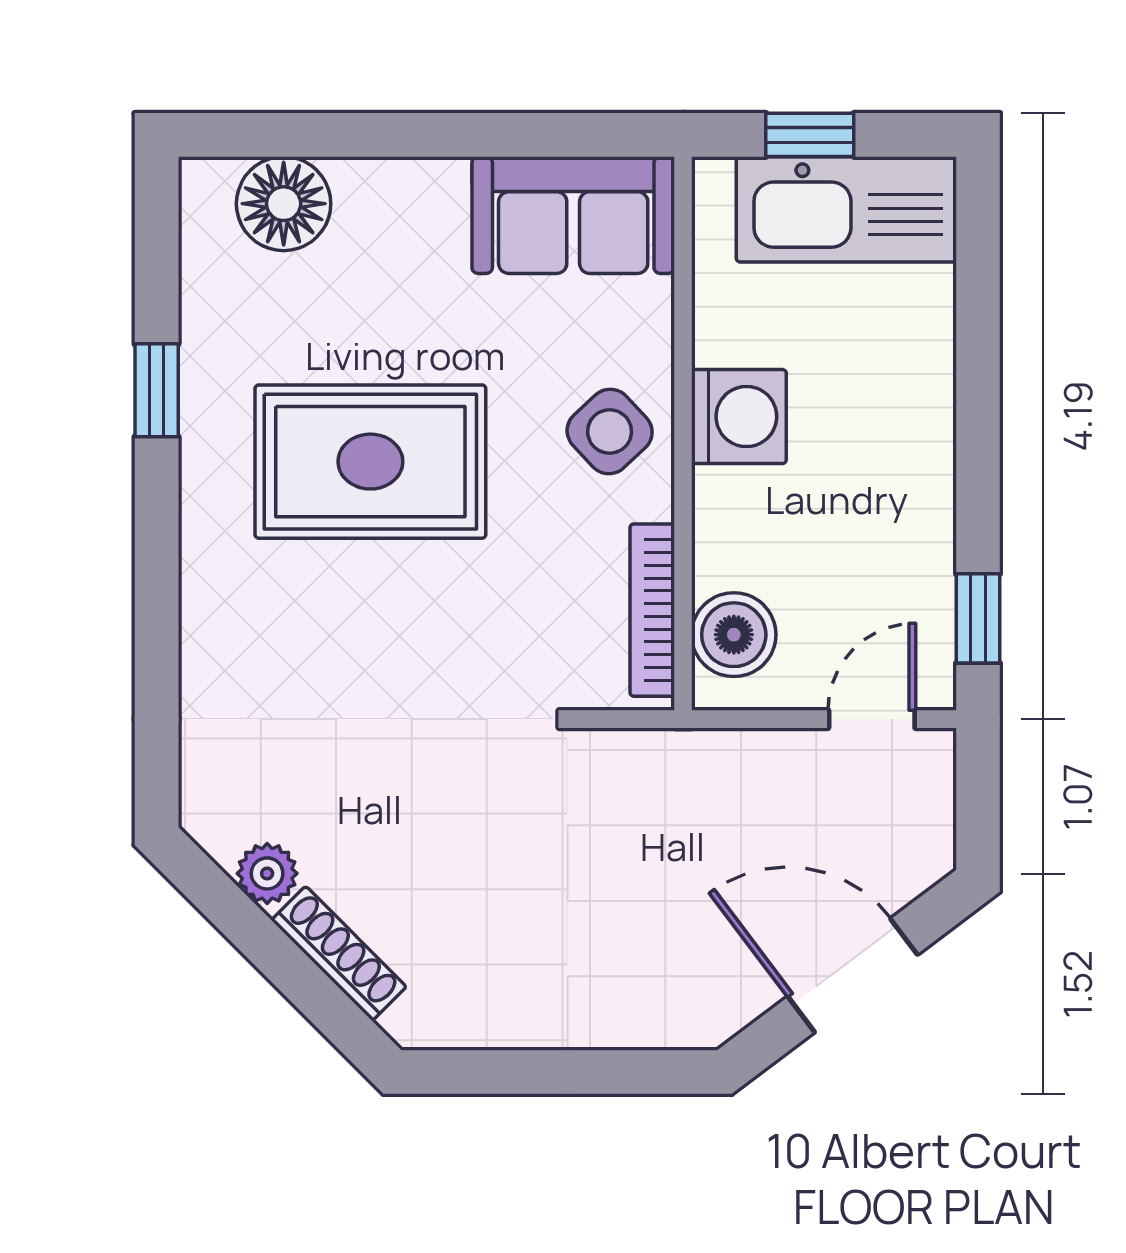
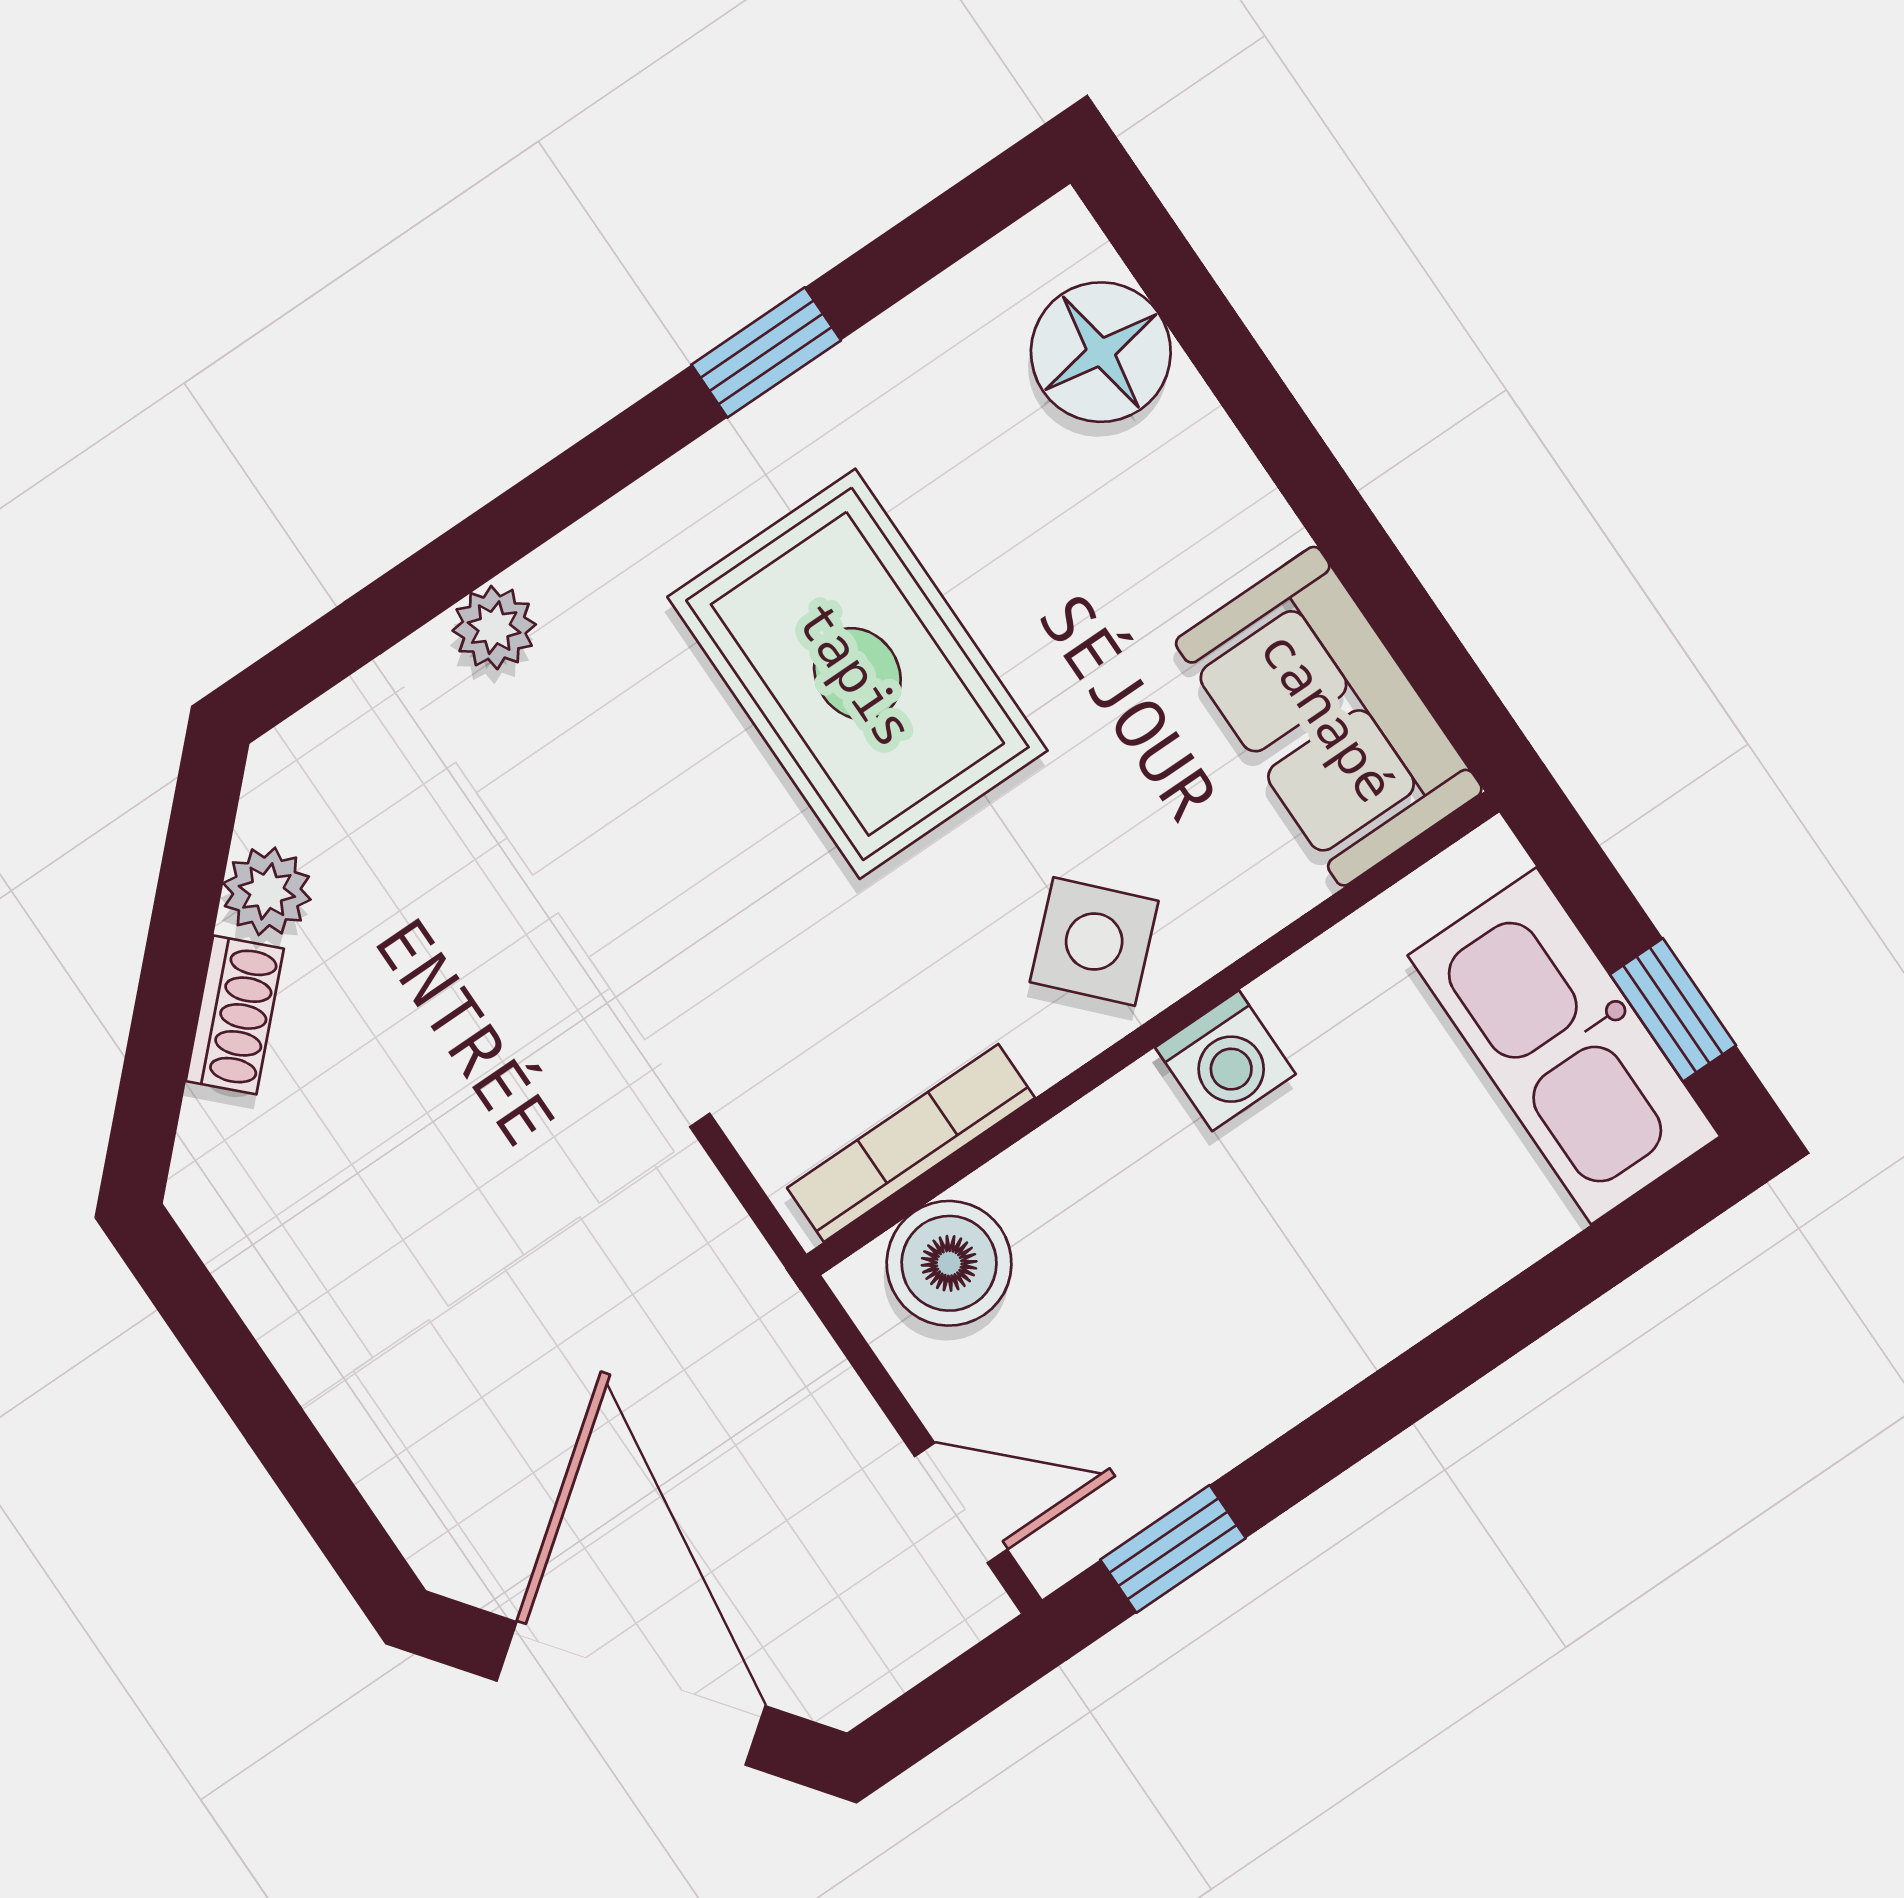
window: (810, 135) -> (1673, 1010), moved
washing machine: (739, 417) -> (1225, 1061), width x0.73, depth x0.73
plant: (206, 647) -> (494, 628), added
shoe rack: (339, 953) -> (235, 1015), width x0.70
door: (853, 975) -> (631, 1693), width x1.36

